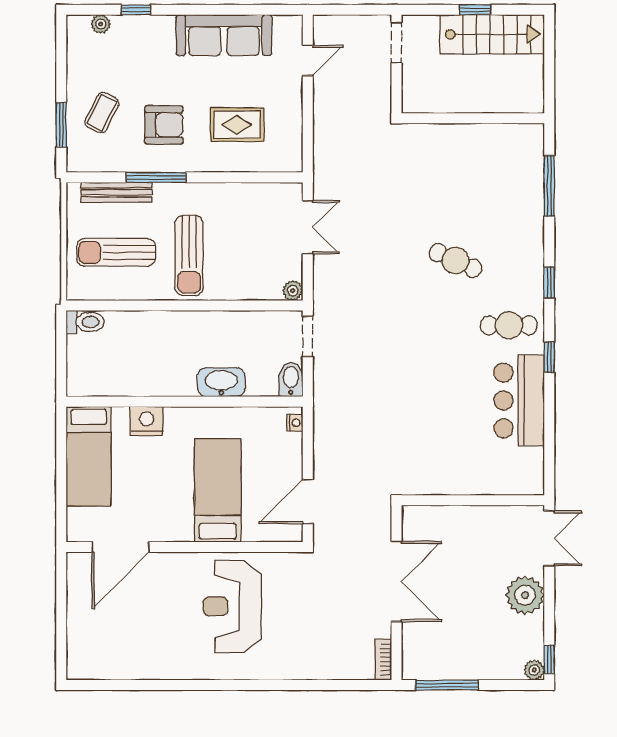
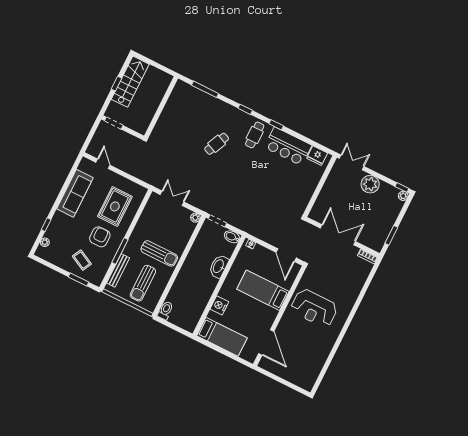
rug: (237, 125) -> (115, 206), width x1.36, depth x1.43
fridge: (529, 465) -> (317, 156), added
window: (447, 685) -> (391, 235), width x0.69

